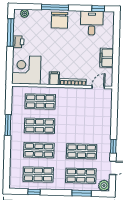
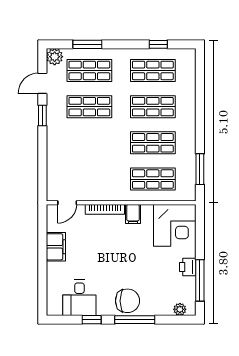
window: (98, 9) -> (92, 320), moved
chair: (59, 20) -> (128, 301), turned 90
window: (8, 125) -> (200, 169), moved

